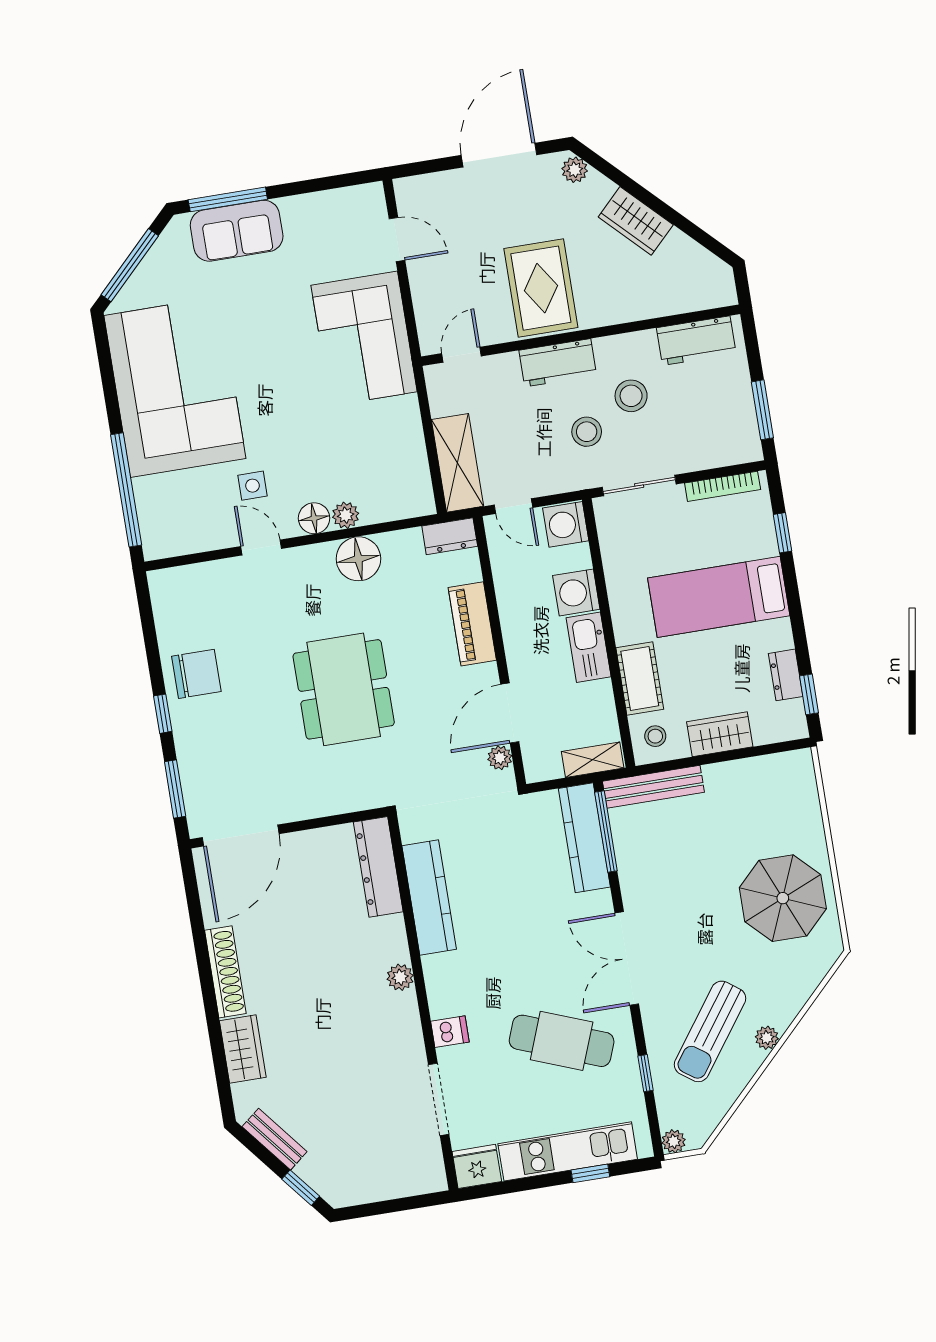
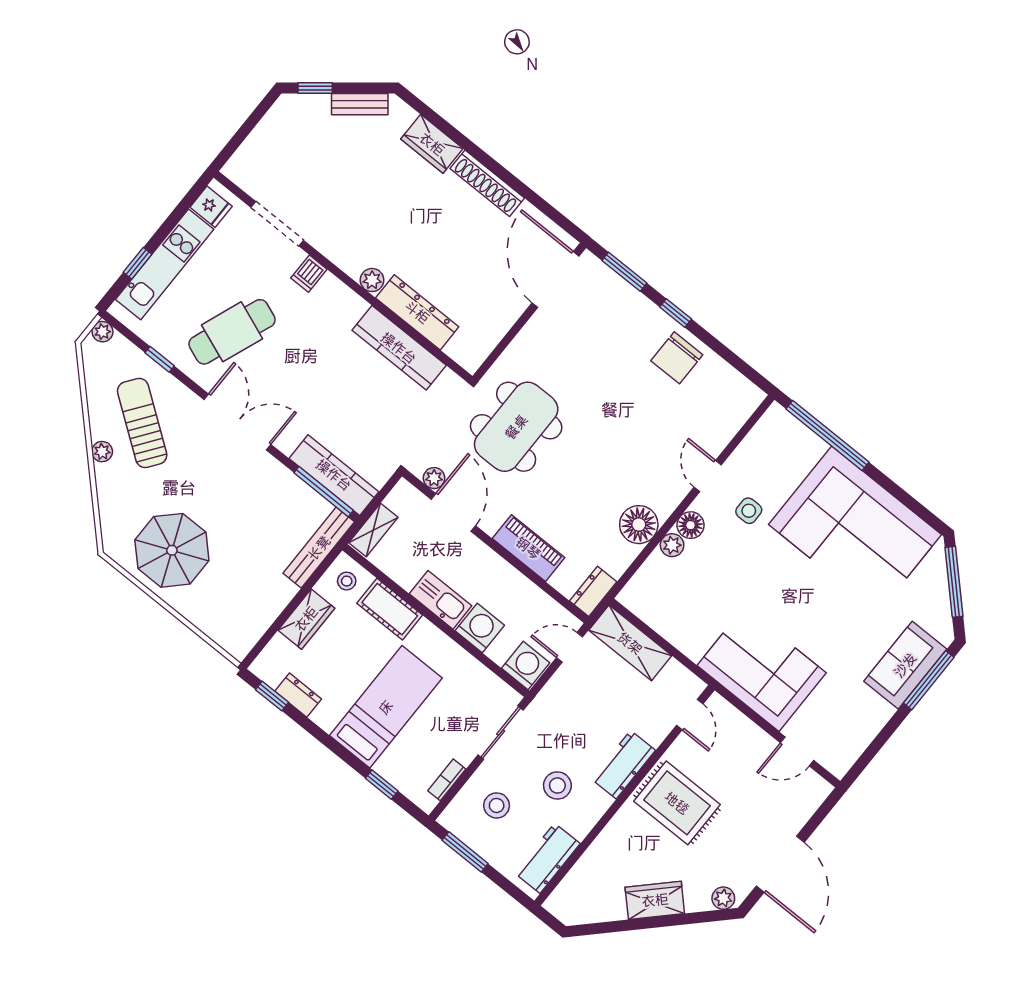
stool: (587, 432) -> (497, 805), moved
bookcase: (723, 486) -> (447, 780), width x0.64
door: (261, 547) -> (708, 476), swing flipped
dining table: (344, 689) -> (516, 427), moved, turned 90
dresser: (378, 867) -> (417, 312), moved
fridge: (477, 1166) -> (211, 207), width x0.72

